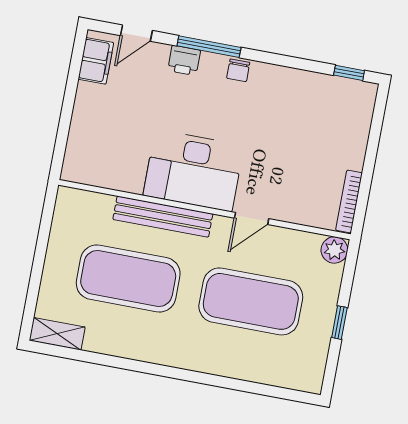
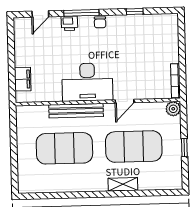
filing cabinet: (96, 61) -> (23, 79), moved
window: (349, 73) -> (135, 11), moved
shelving: (57, 334) -> (123, 184), moved

